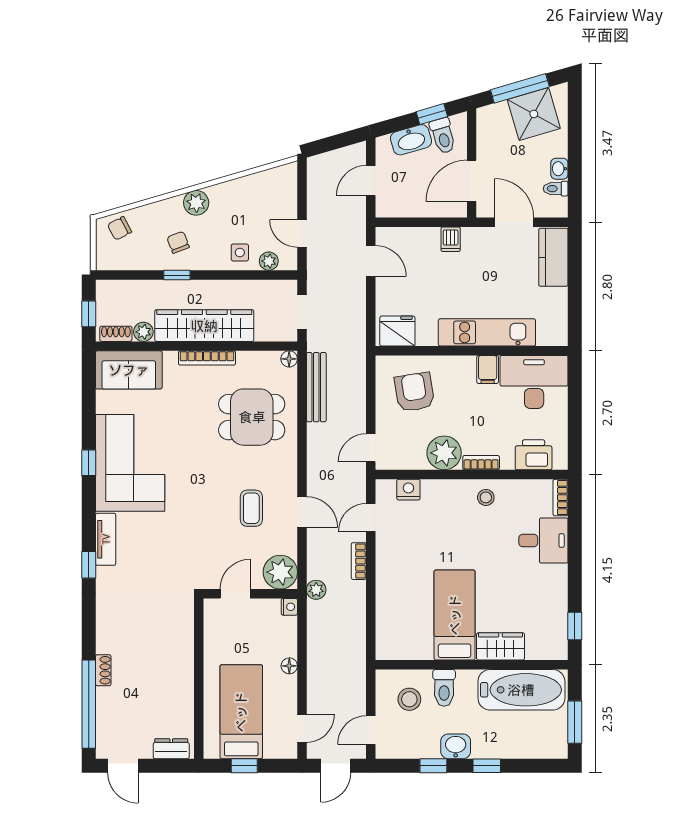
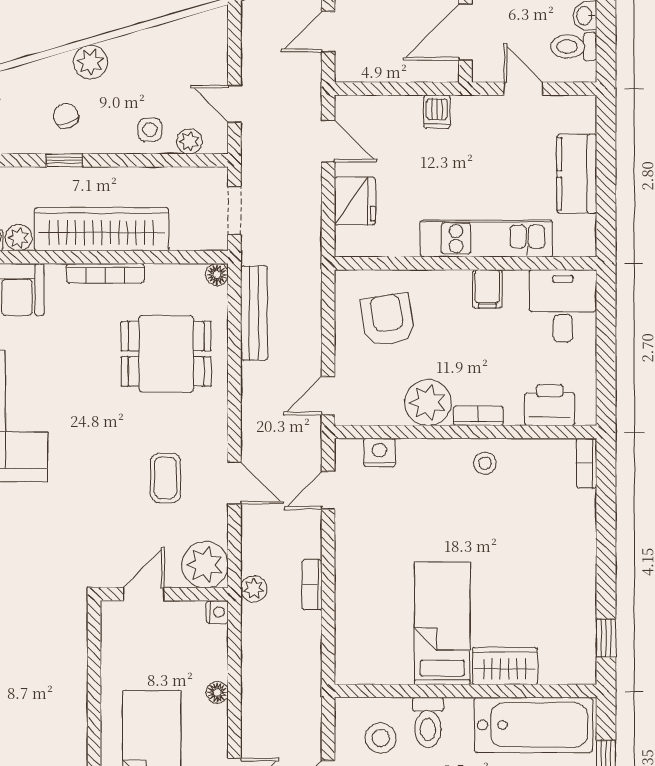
toilet: (556, 189) -> (574, 47), width x1.37, depth x1.39
door: (514, 222) -> (523, 89), width x0.73
kitchen counter: (553, 257) -> (577, 174), moved
fridge: (397, 331) -> (355, 201), moved, turned 90
desk: (534, 382) -> (563, 306), width x0.73
desk: (543, 541) -> (563, 522), removed
bookcase: (359, 561) -> (312, 585), moved

